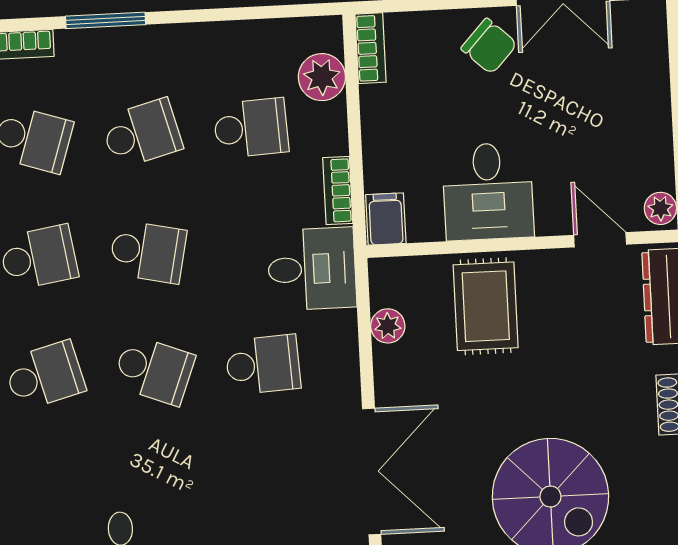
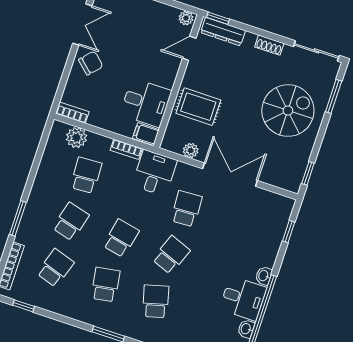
school desk: (142, 133) -> (71, 222), turned 30
desk: (488, 191) -> (146, 103), moved
double door: (372, 472) -> (230, 175), moved

